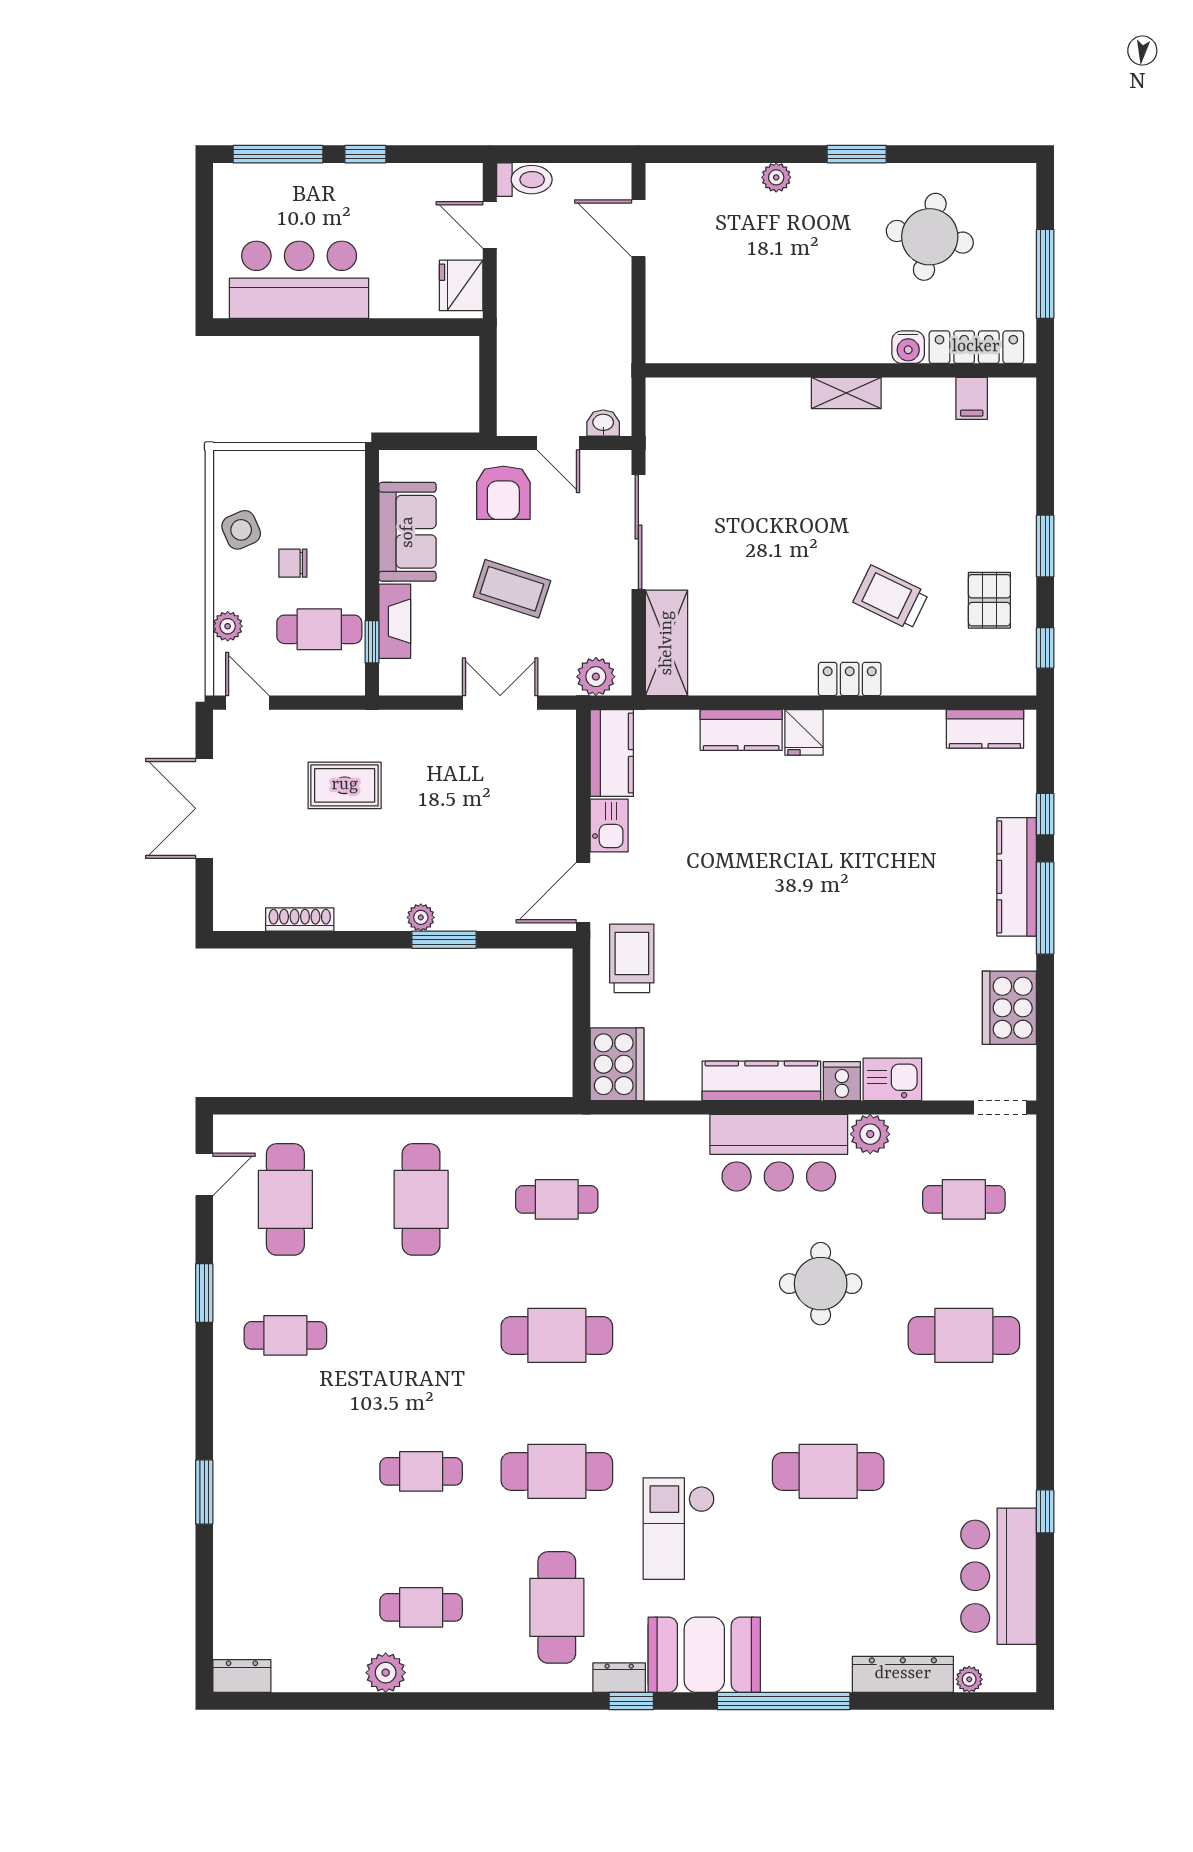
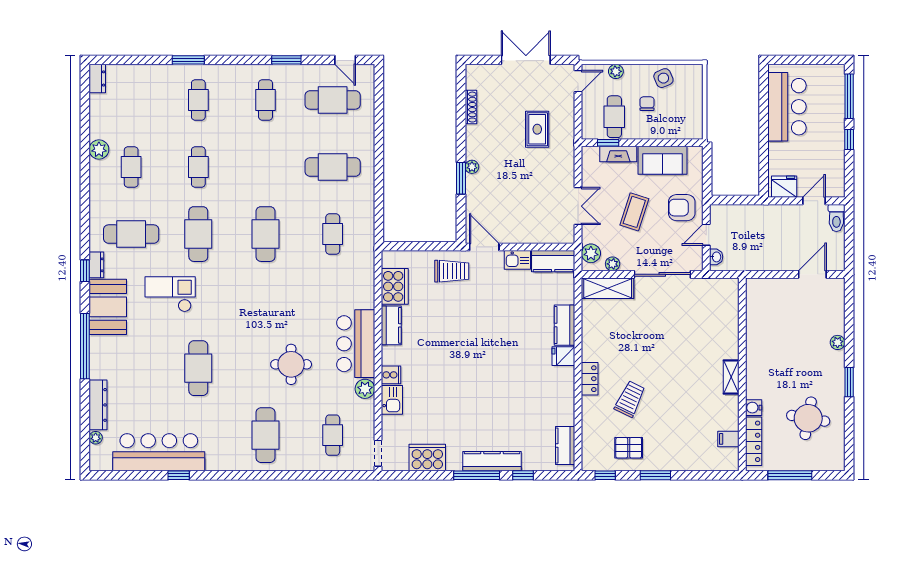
plant: (617, 633) -> (613, 264), added
cooker: (617, 1064) -> (395, 286), moved, turned -90
kitchen counter: (761, 1081) -> (391, 325), width x0.67
cafe table: (285, 1471) -> (198, 100), added
bar counter: (999, 1576) -> (159, 452), width x1.36

